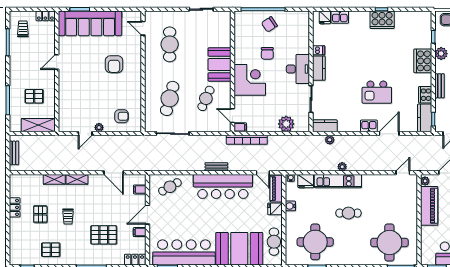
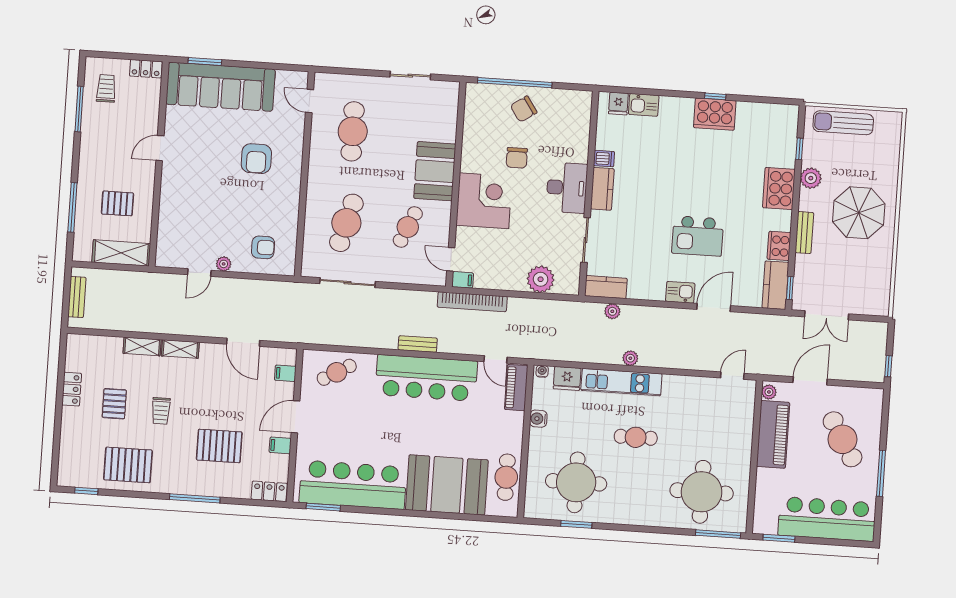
fridge: (275, 209) -> (512, 422), removed
pallet: (51, 250) -> (128, 465), width x1.50, depth x1.42

